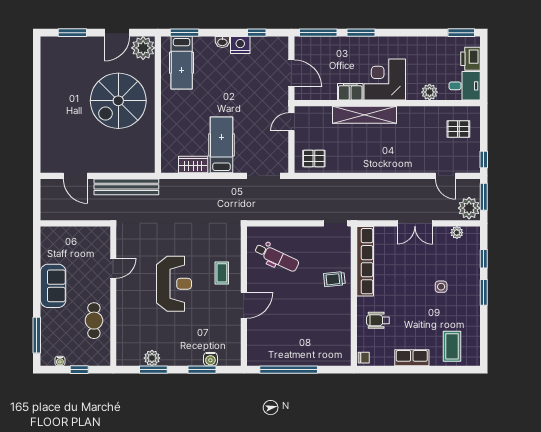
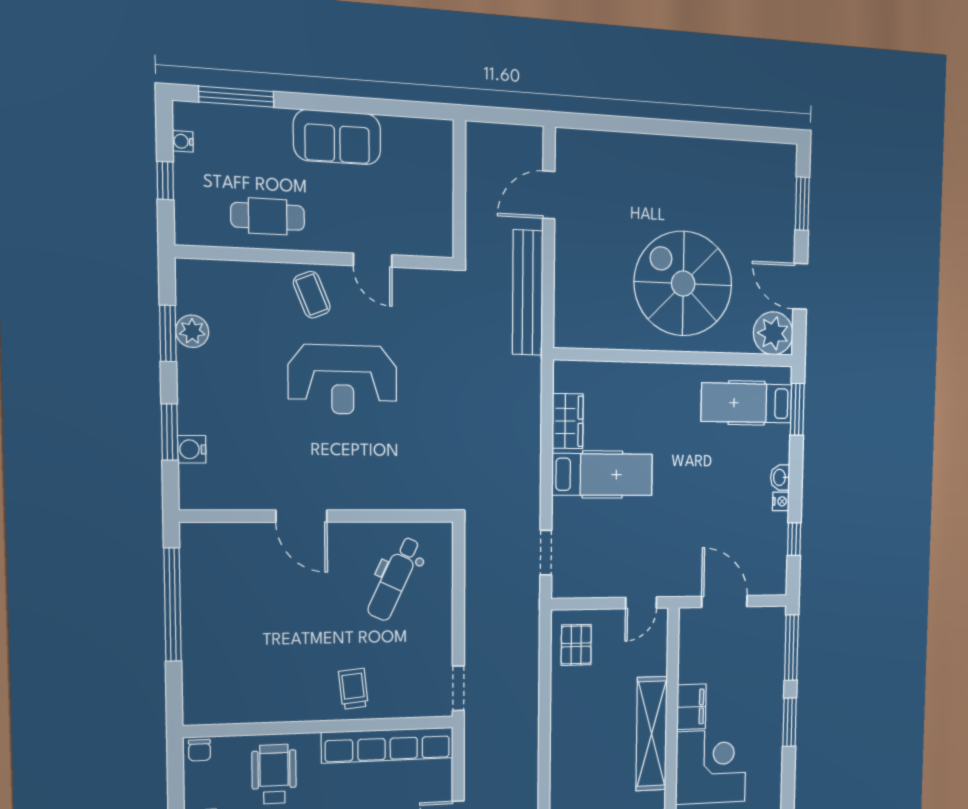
nightstand: (240, 45) -> (781, 501), width x0.53, depth x0.56
door: (291, 73) -> (724, 602), swing flipped
door: (291, 122) -> (641, 603), swing flipped
doorway: (263, 176) -> (546, 553), width x0.73
coffee table: (222, 273) -> (312, 295), moved, turned 68
wheelchair: (378, 320) -> (274, 774), width x1.36, depth x1.37

